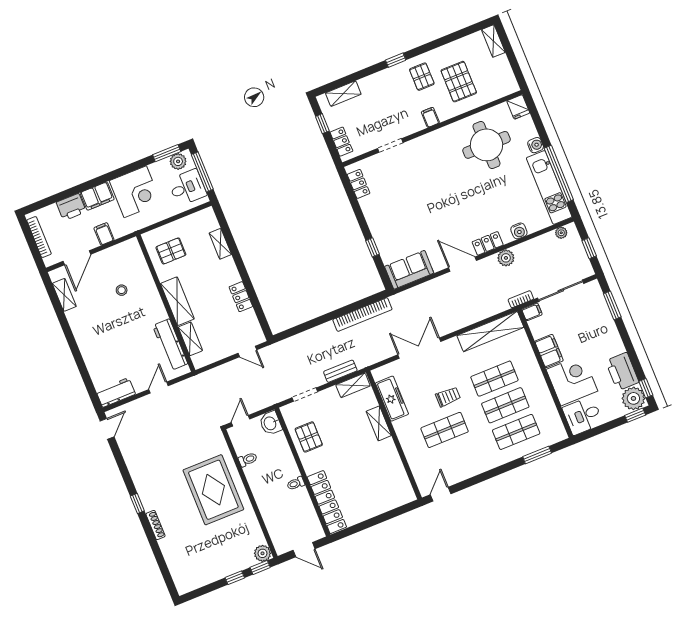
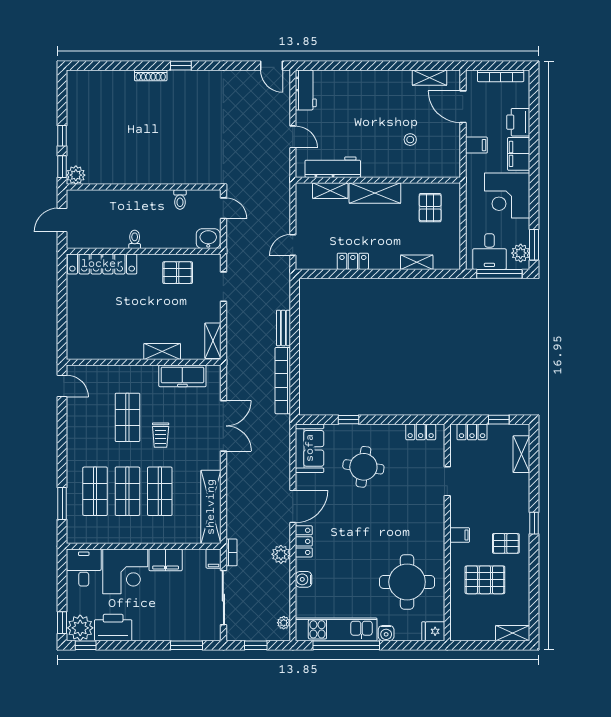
round table: (406, 219) -> (363, 467), added
bench: (340, 371) -> (283, 328), moved
rug: (213, 490) -> (163, 151), removed

